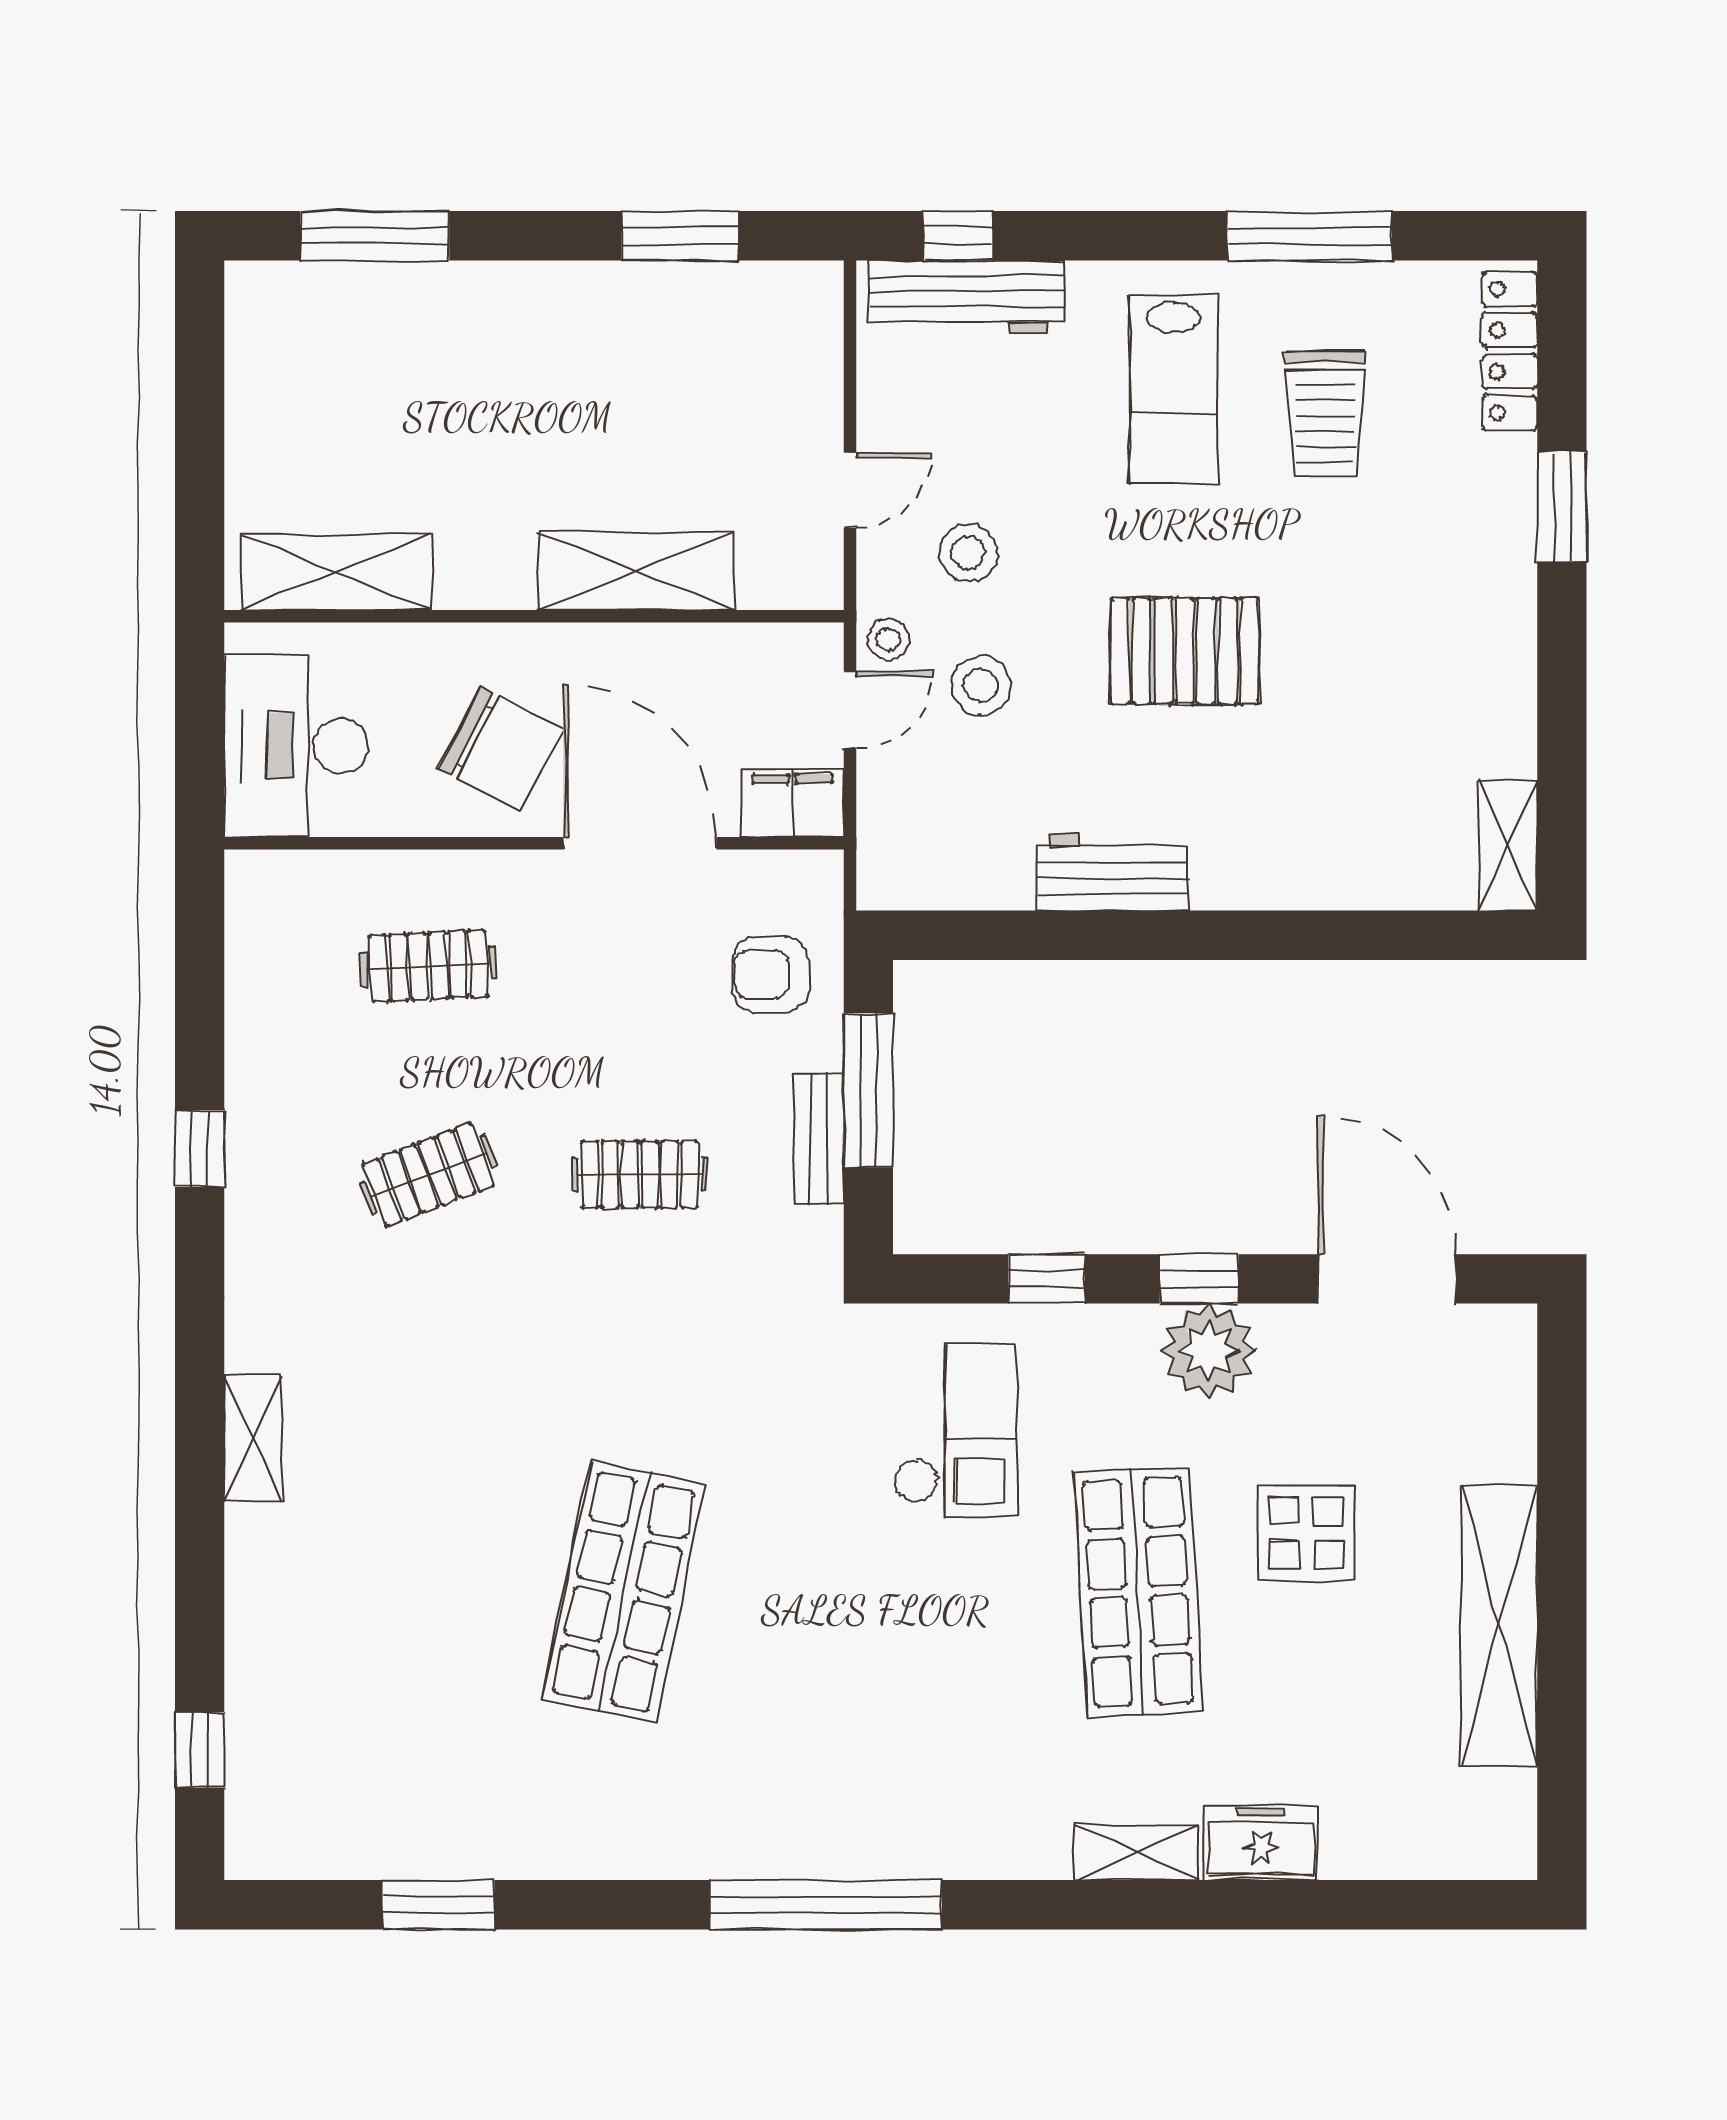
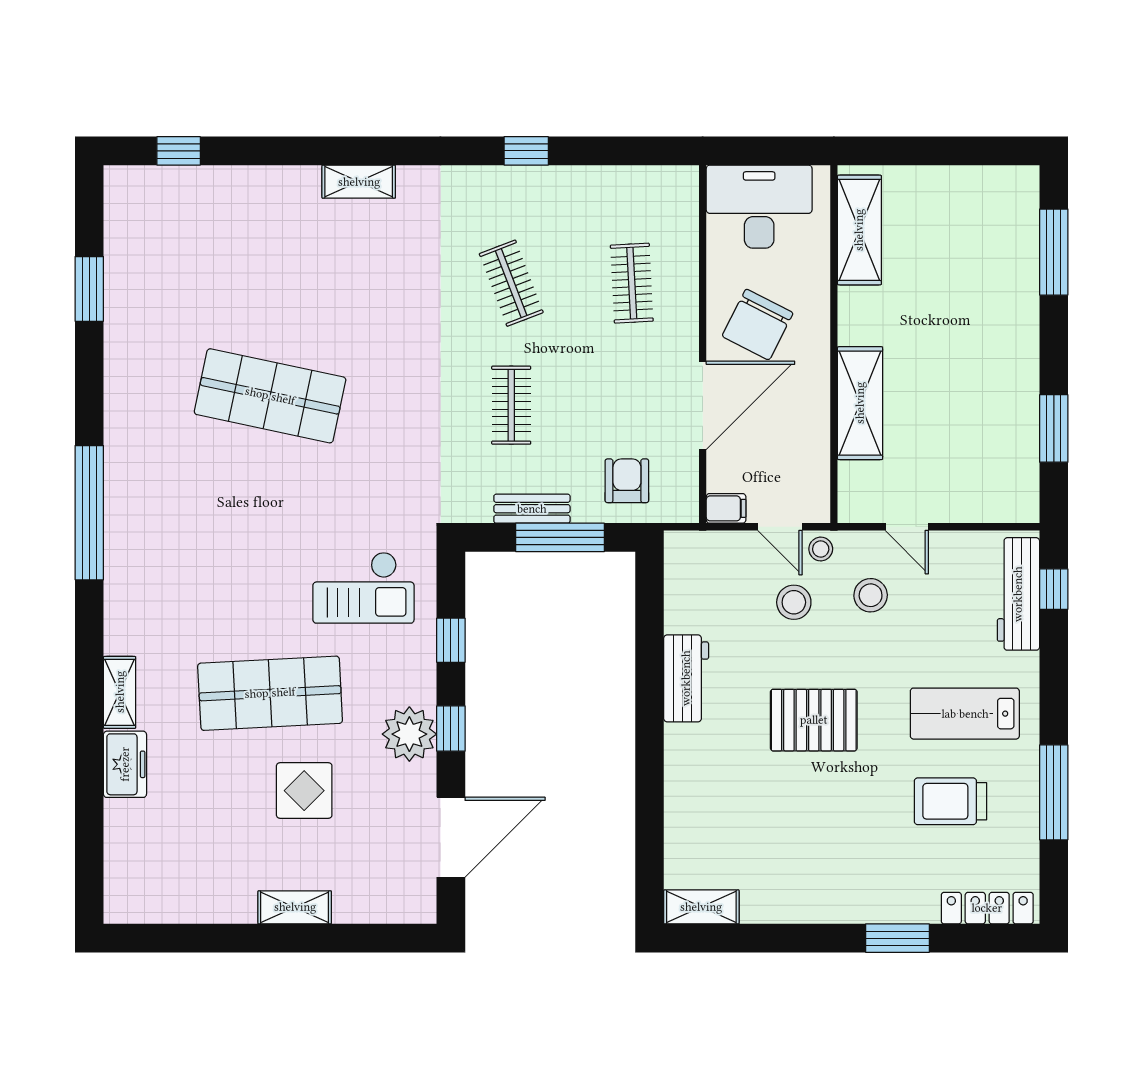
pallet: (1185, 651) -> (814, 720), turned 90
filing cabinet: (793, 803) -> (726, 508), width x0.50
shelving: (1499, 1626) -> (295, 907), width x0.45, depth x0.75

